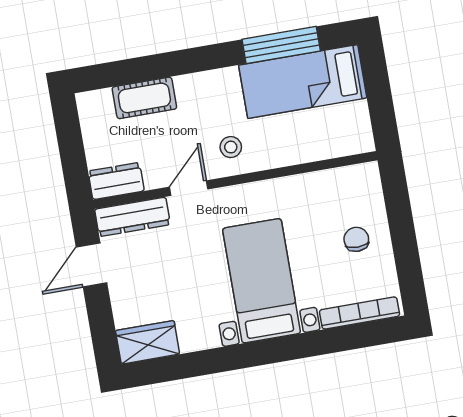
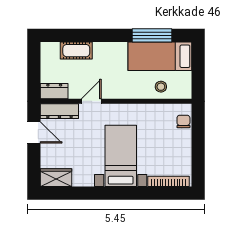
stool: (231, 147) -> (161, 87), moved
chair: (356, 239) -> (183, 121), moved
door: (92, 265) -> (34, 132), swing flipped

